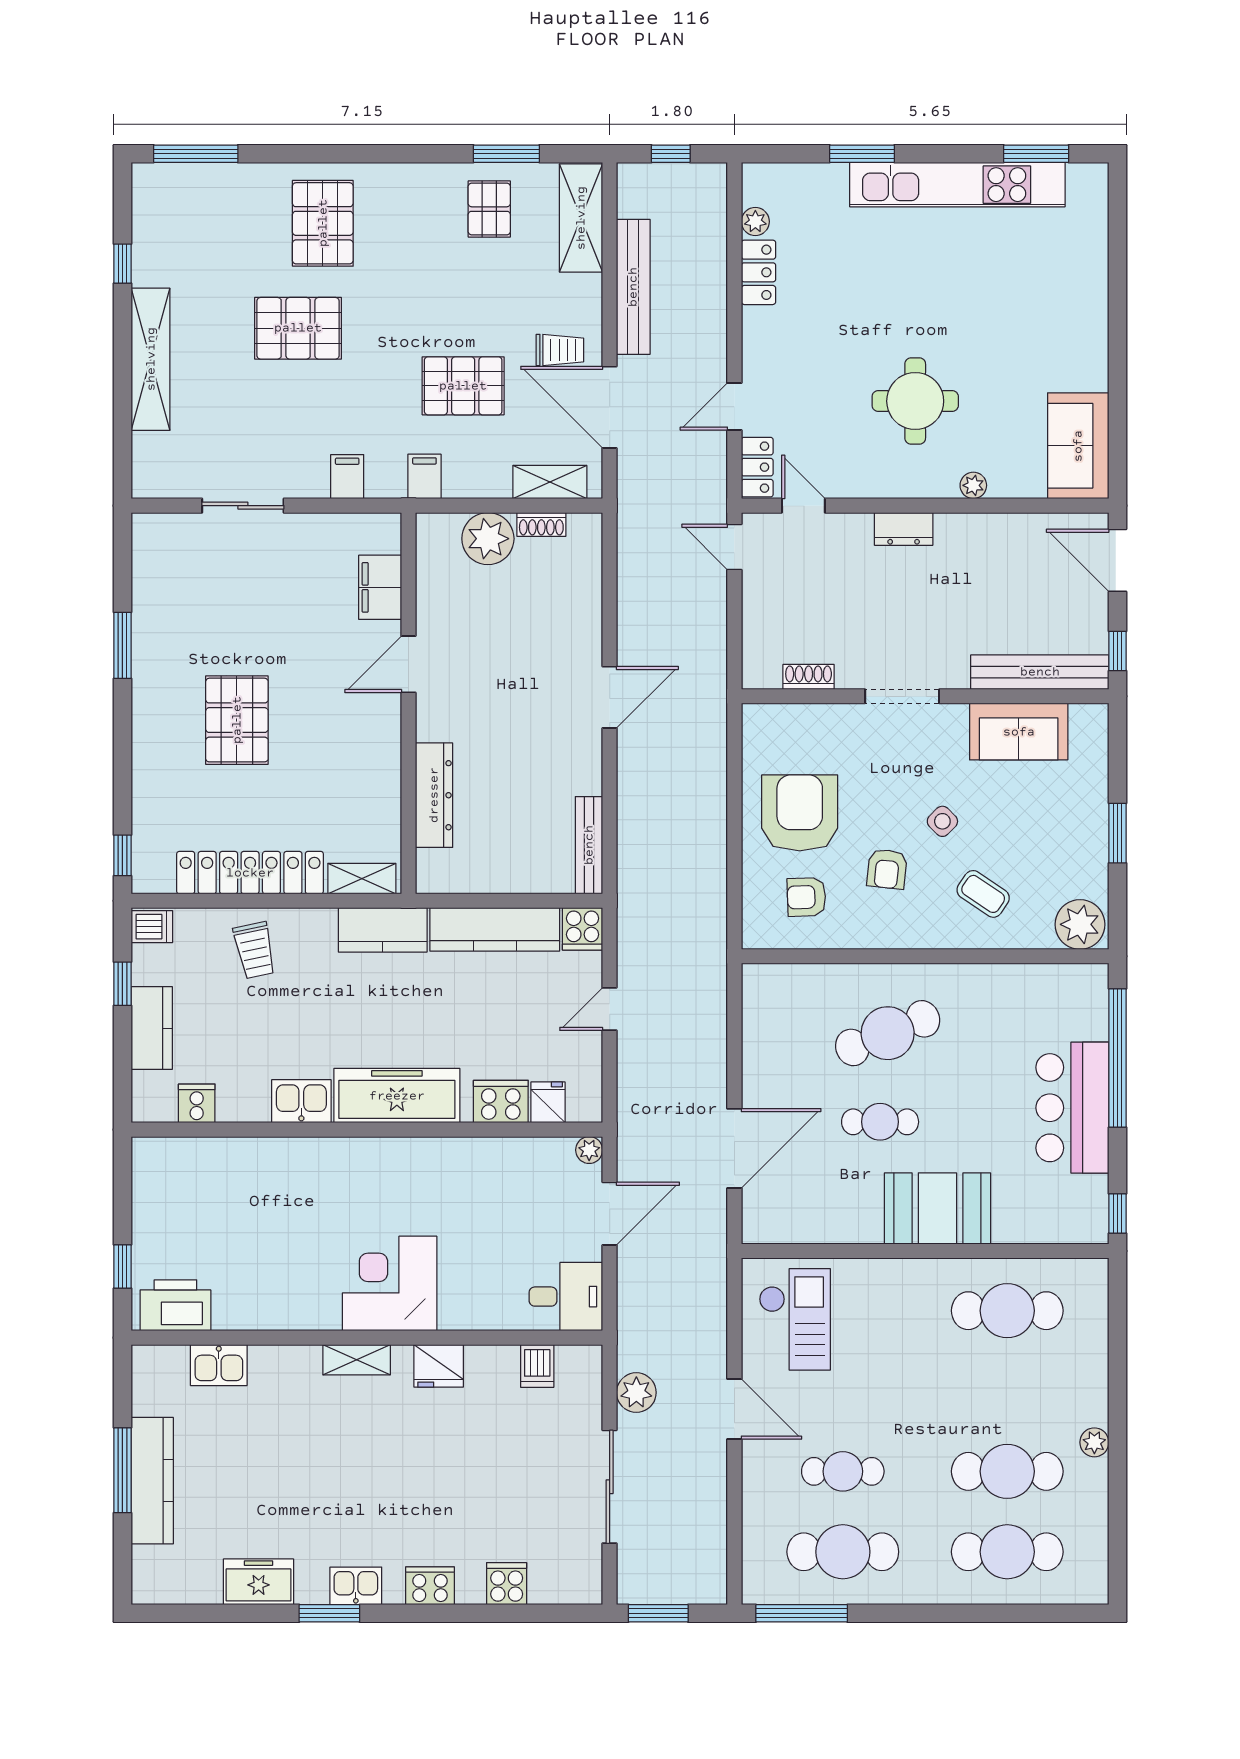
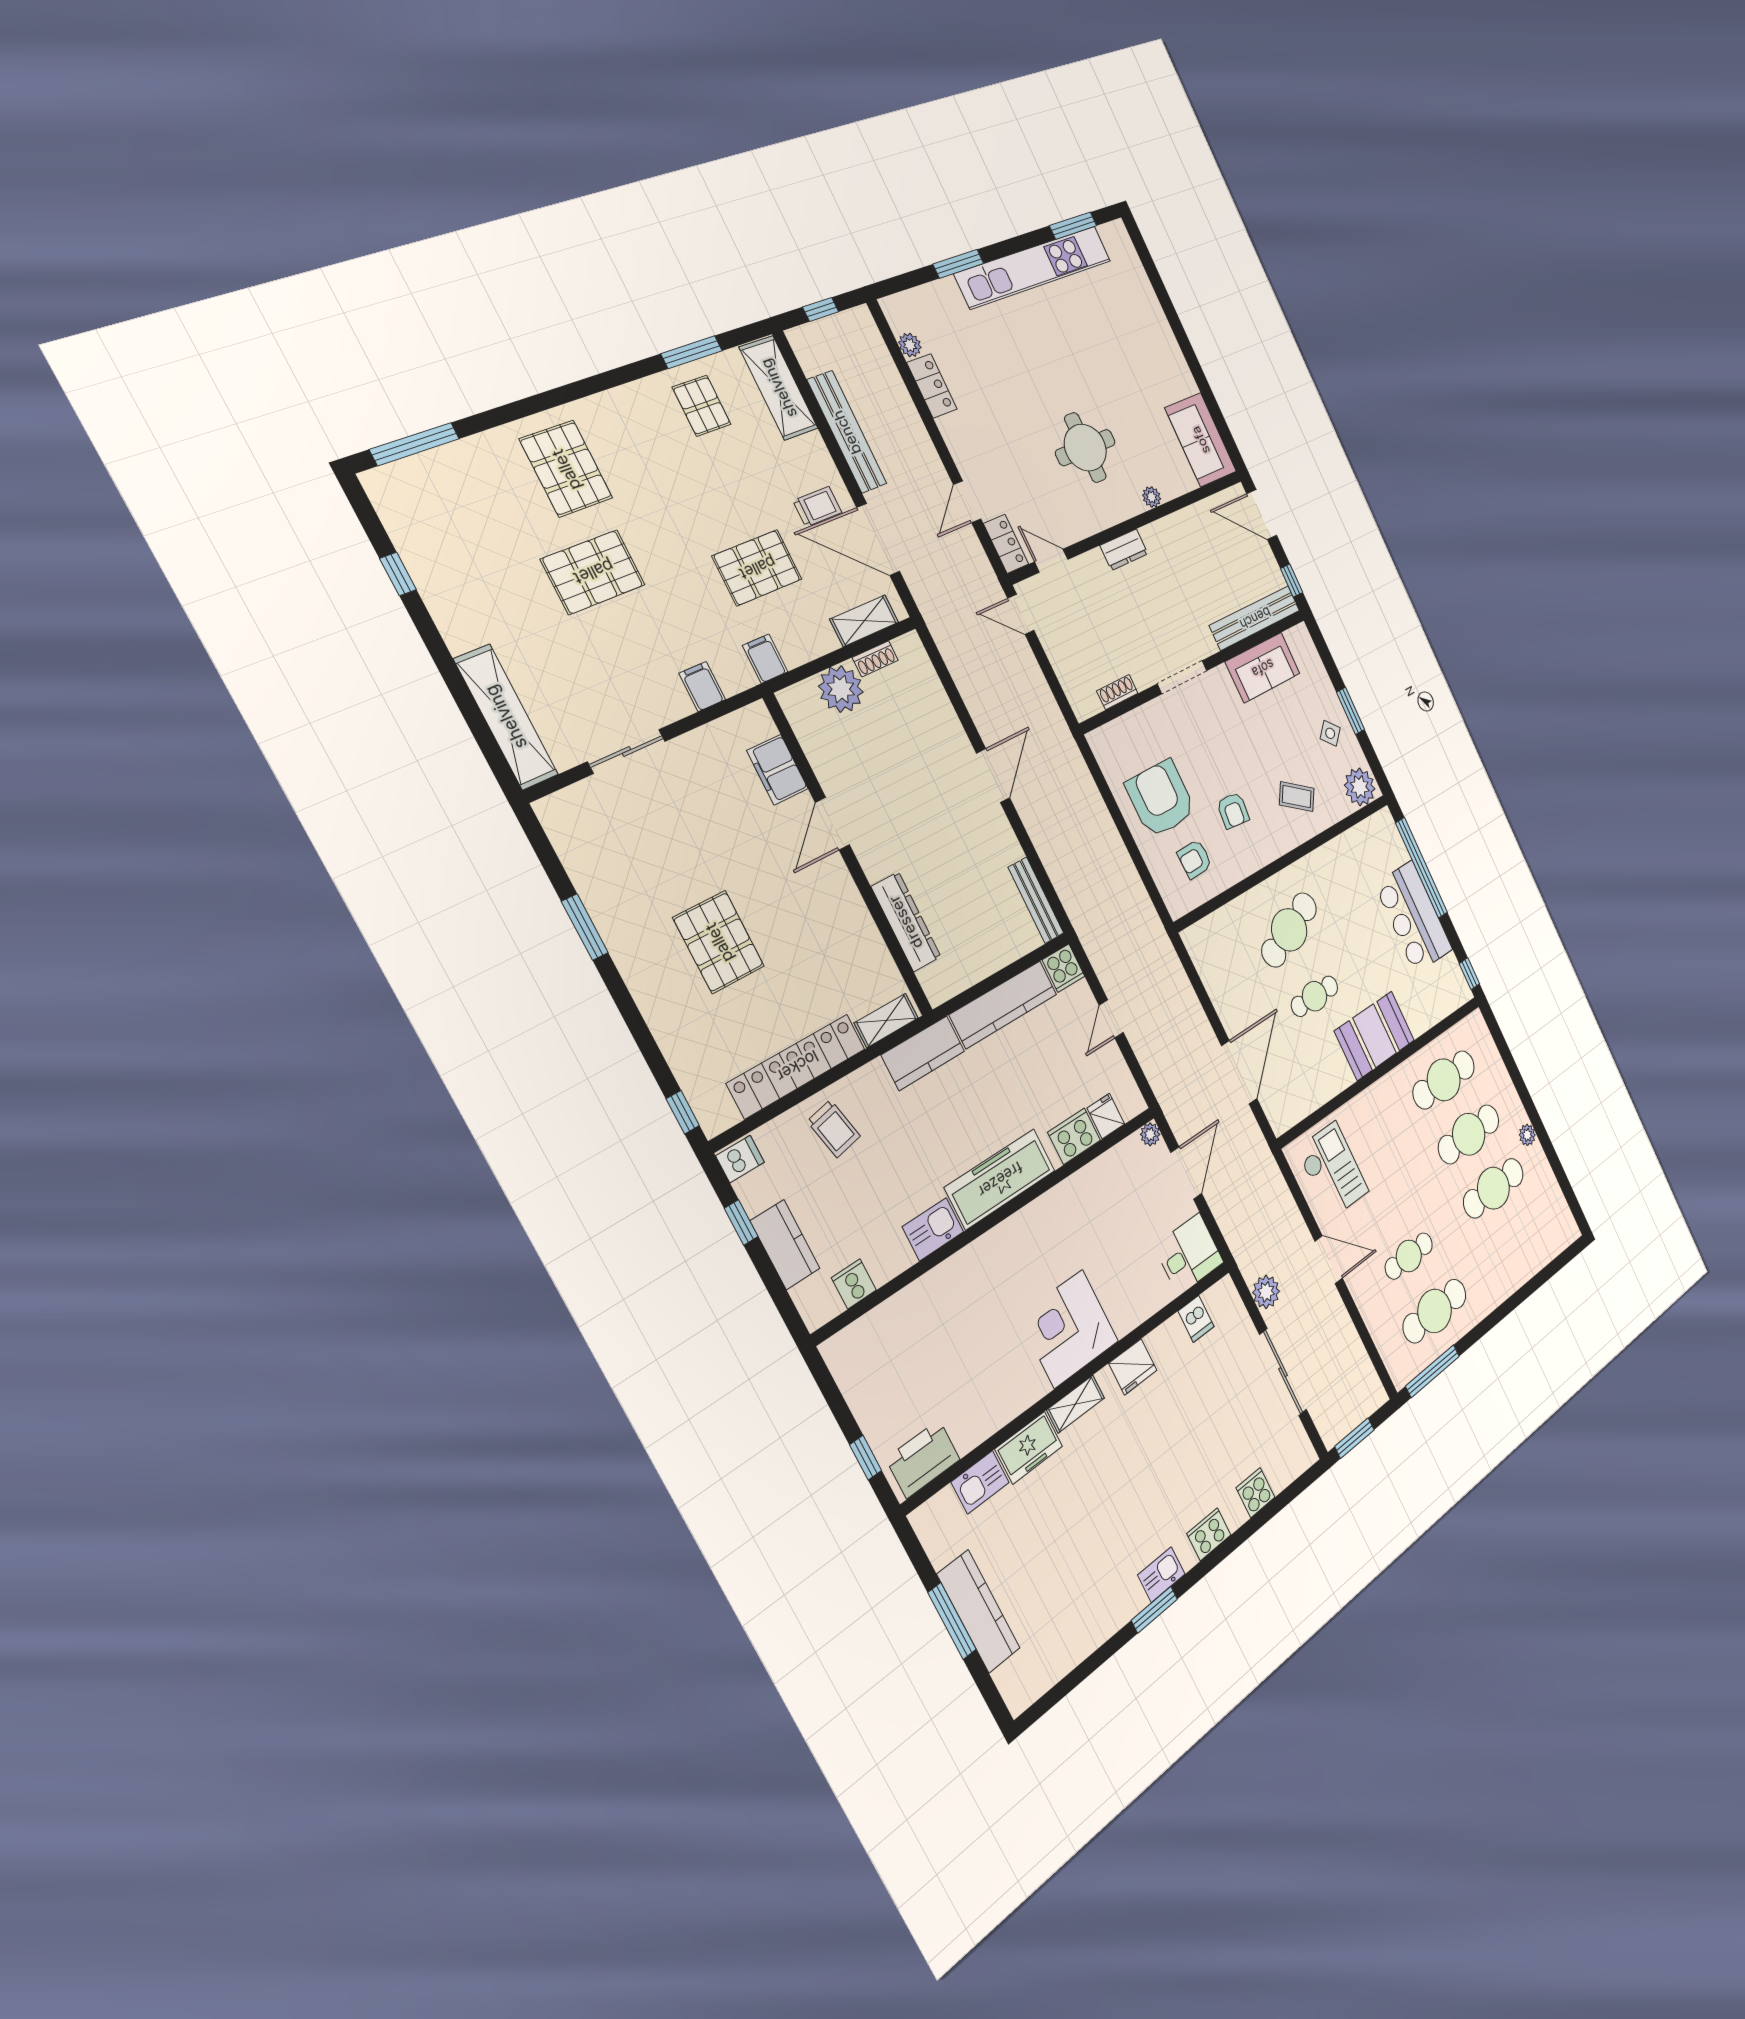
shelving: (151, 359) -> (506, 717), moved
side table: (942, 821) -> (1330, 733), moved
cafe table: (1007, 1552) -> (1469, 1134), moved
freezer: (259, 1582) -> (1029, 1448), moved, turned 180

